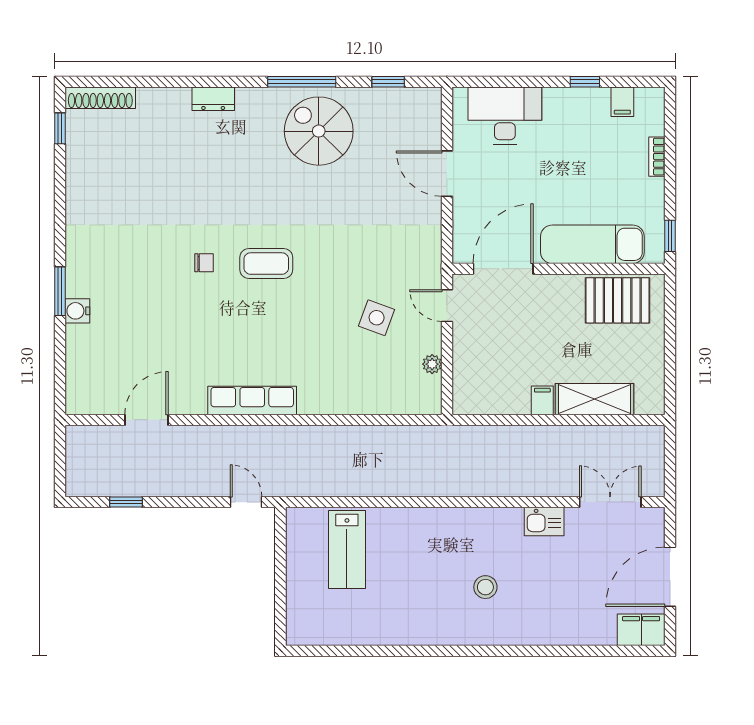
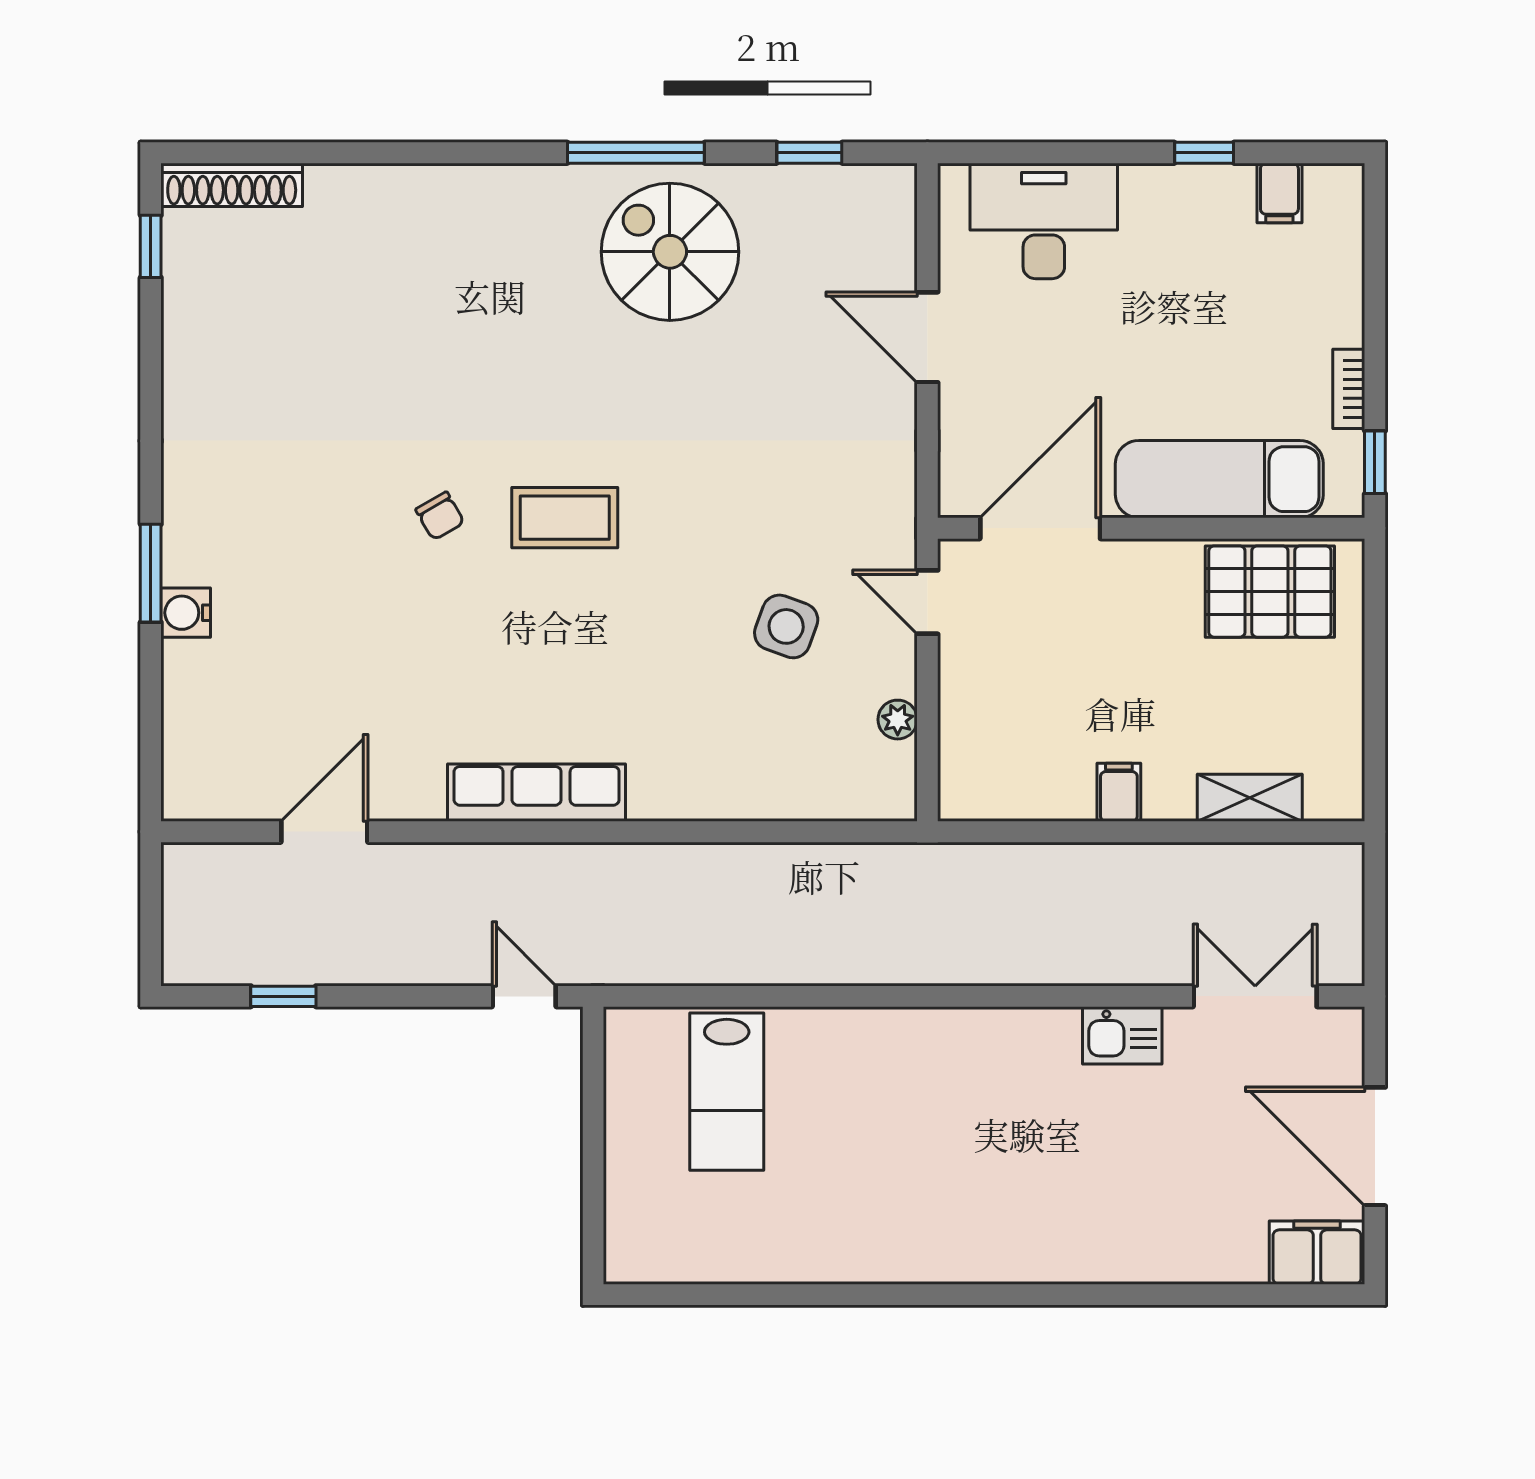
dresser: (213, 99) -> (458, 187), removed
bookcase: (657, 157) -> (1349, 389), moved
chair: (204, 263) -> (440, 516), turned 60
shelving: (595, 399) -> (1250, 798), width x0.67, depth x0.75
door: (670, 577) -> (1375, 1146), hinge flipped
stool: (485, 587) -> (1005, 1167), removed

